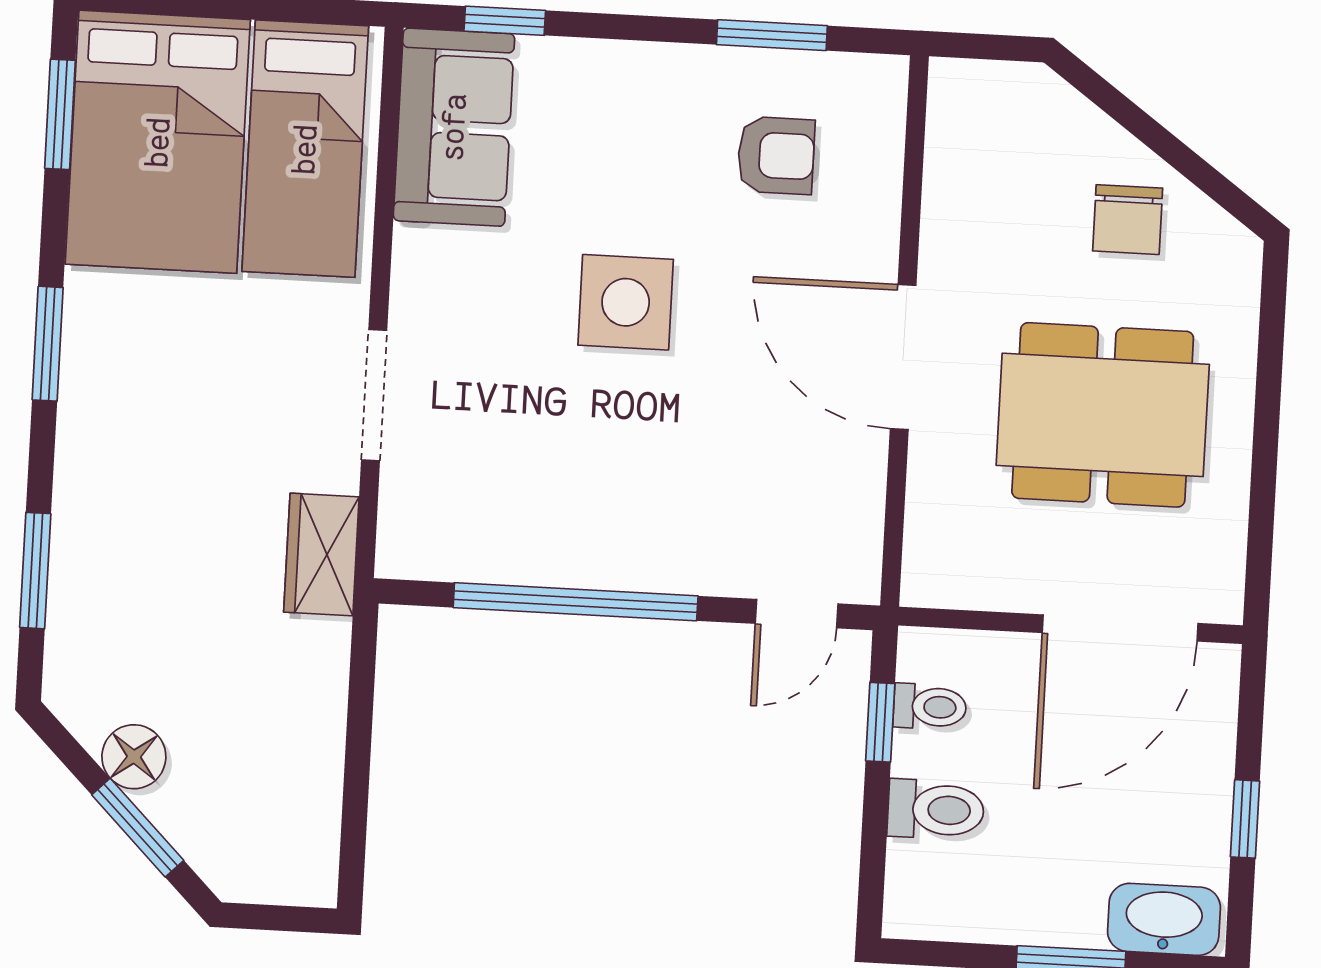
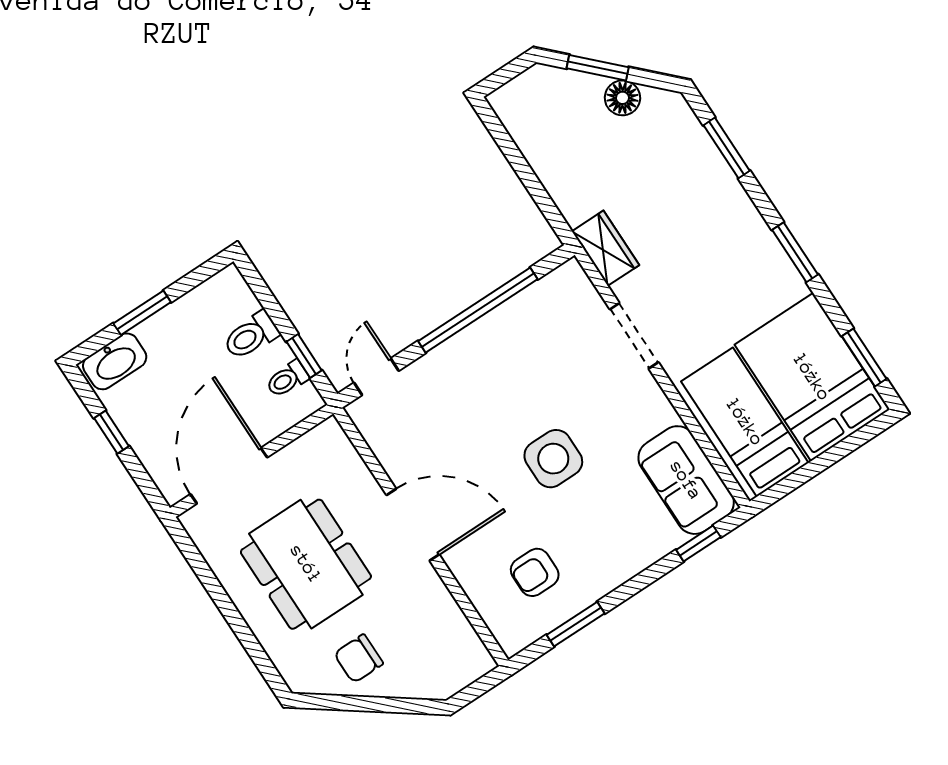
chair: (1128, 220) -> (359, 659), turned -90
dining table: (1103, 415) -> (306, 564), turned 90

